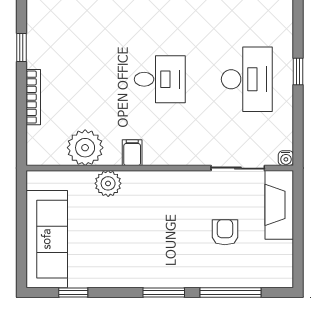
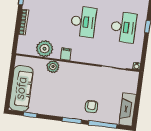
desk: (160, 79) -> (83, 22), width x1.37
fireplace: (279, 205) -> (128, 109), moved
armchair: (225, 232) -> (91, 107), moved

